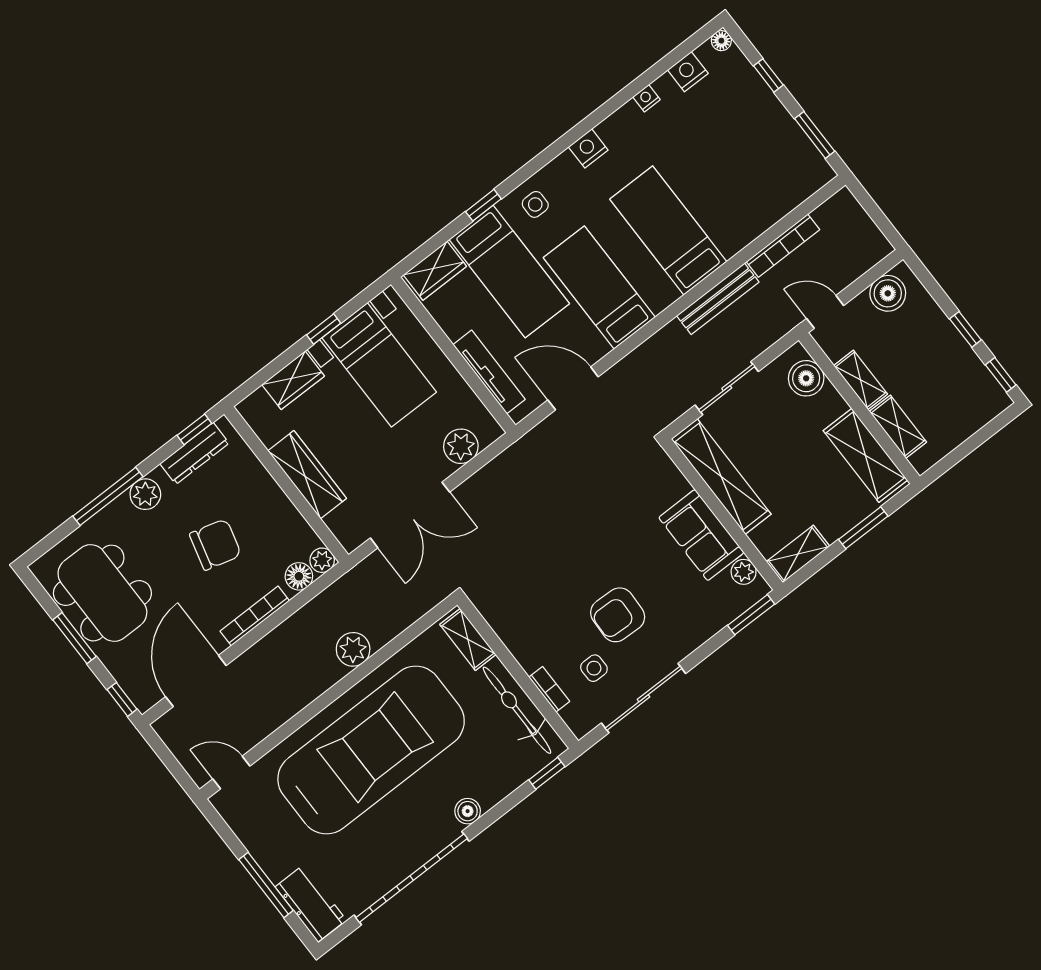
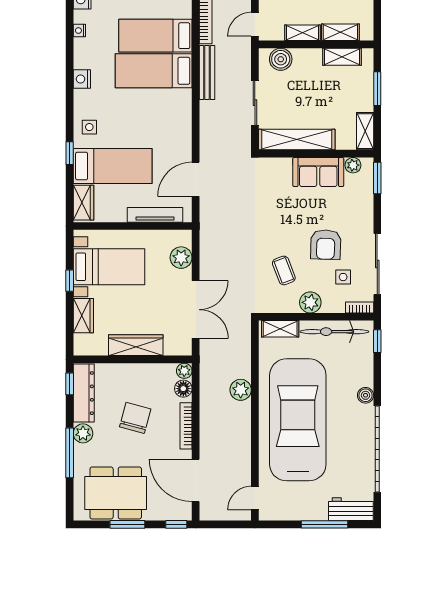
bed: (599, 287) -> (155, 36), moved
dresser: (195, 453) -> (84, 393), width x1.37, depth x1.24
shelving: (865, 455) -> (342, 57), width x0.67, depth x0.75
coffee table: (545, 587) -> (284, 270), added
plant: (530, 652) -> (310, 302), added
bookcase: (549, 689) -> (360, 307), moved

